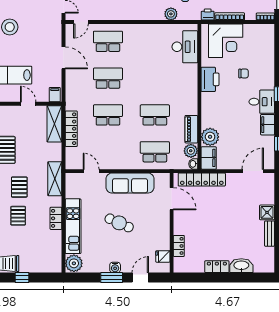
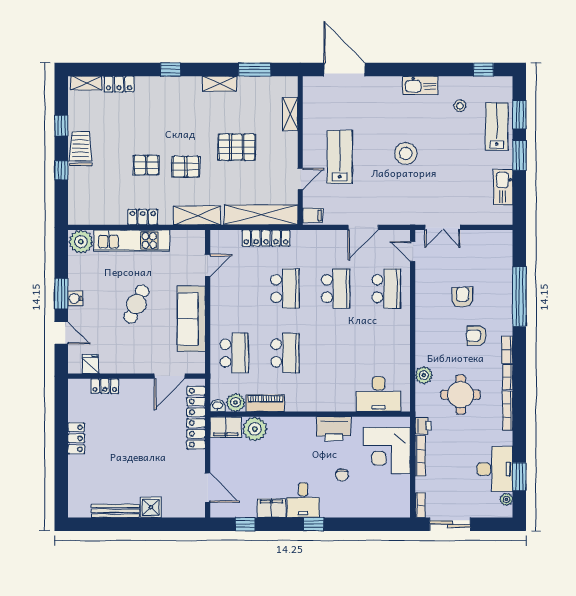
shelving: (54, 124) -> (261, 215), width x1.47
bench: (270, 234) -> (115, 511), width x1.36
washbasin: (241, 266) -> (78, 472), removed

